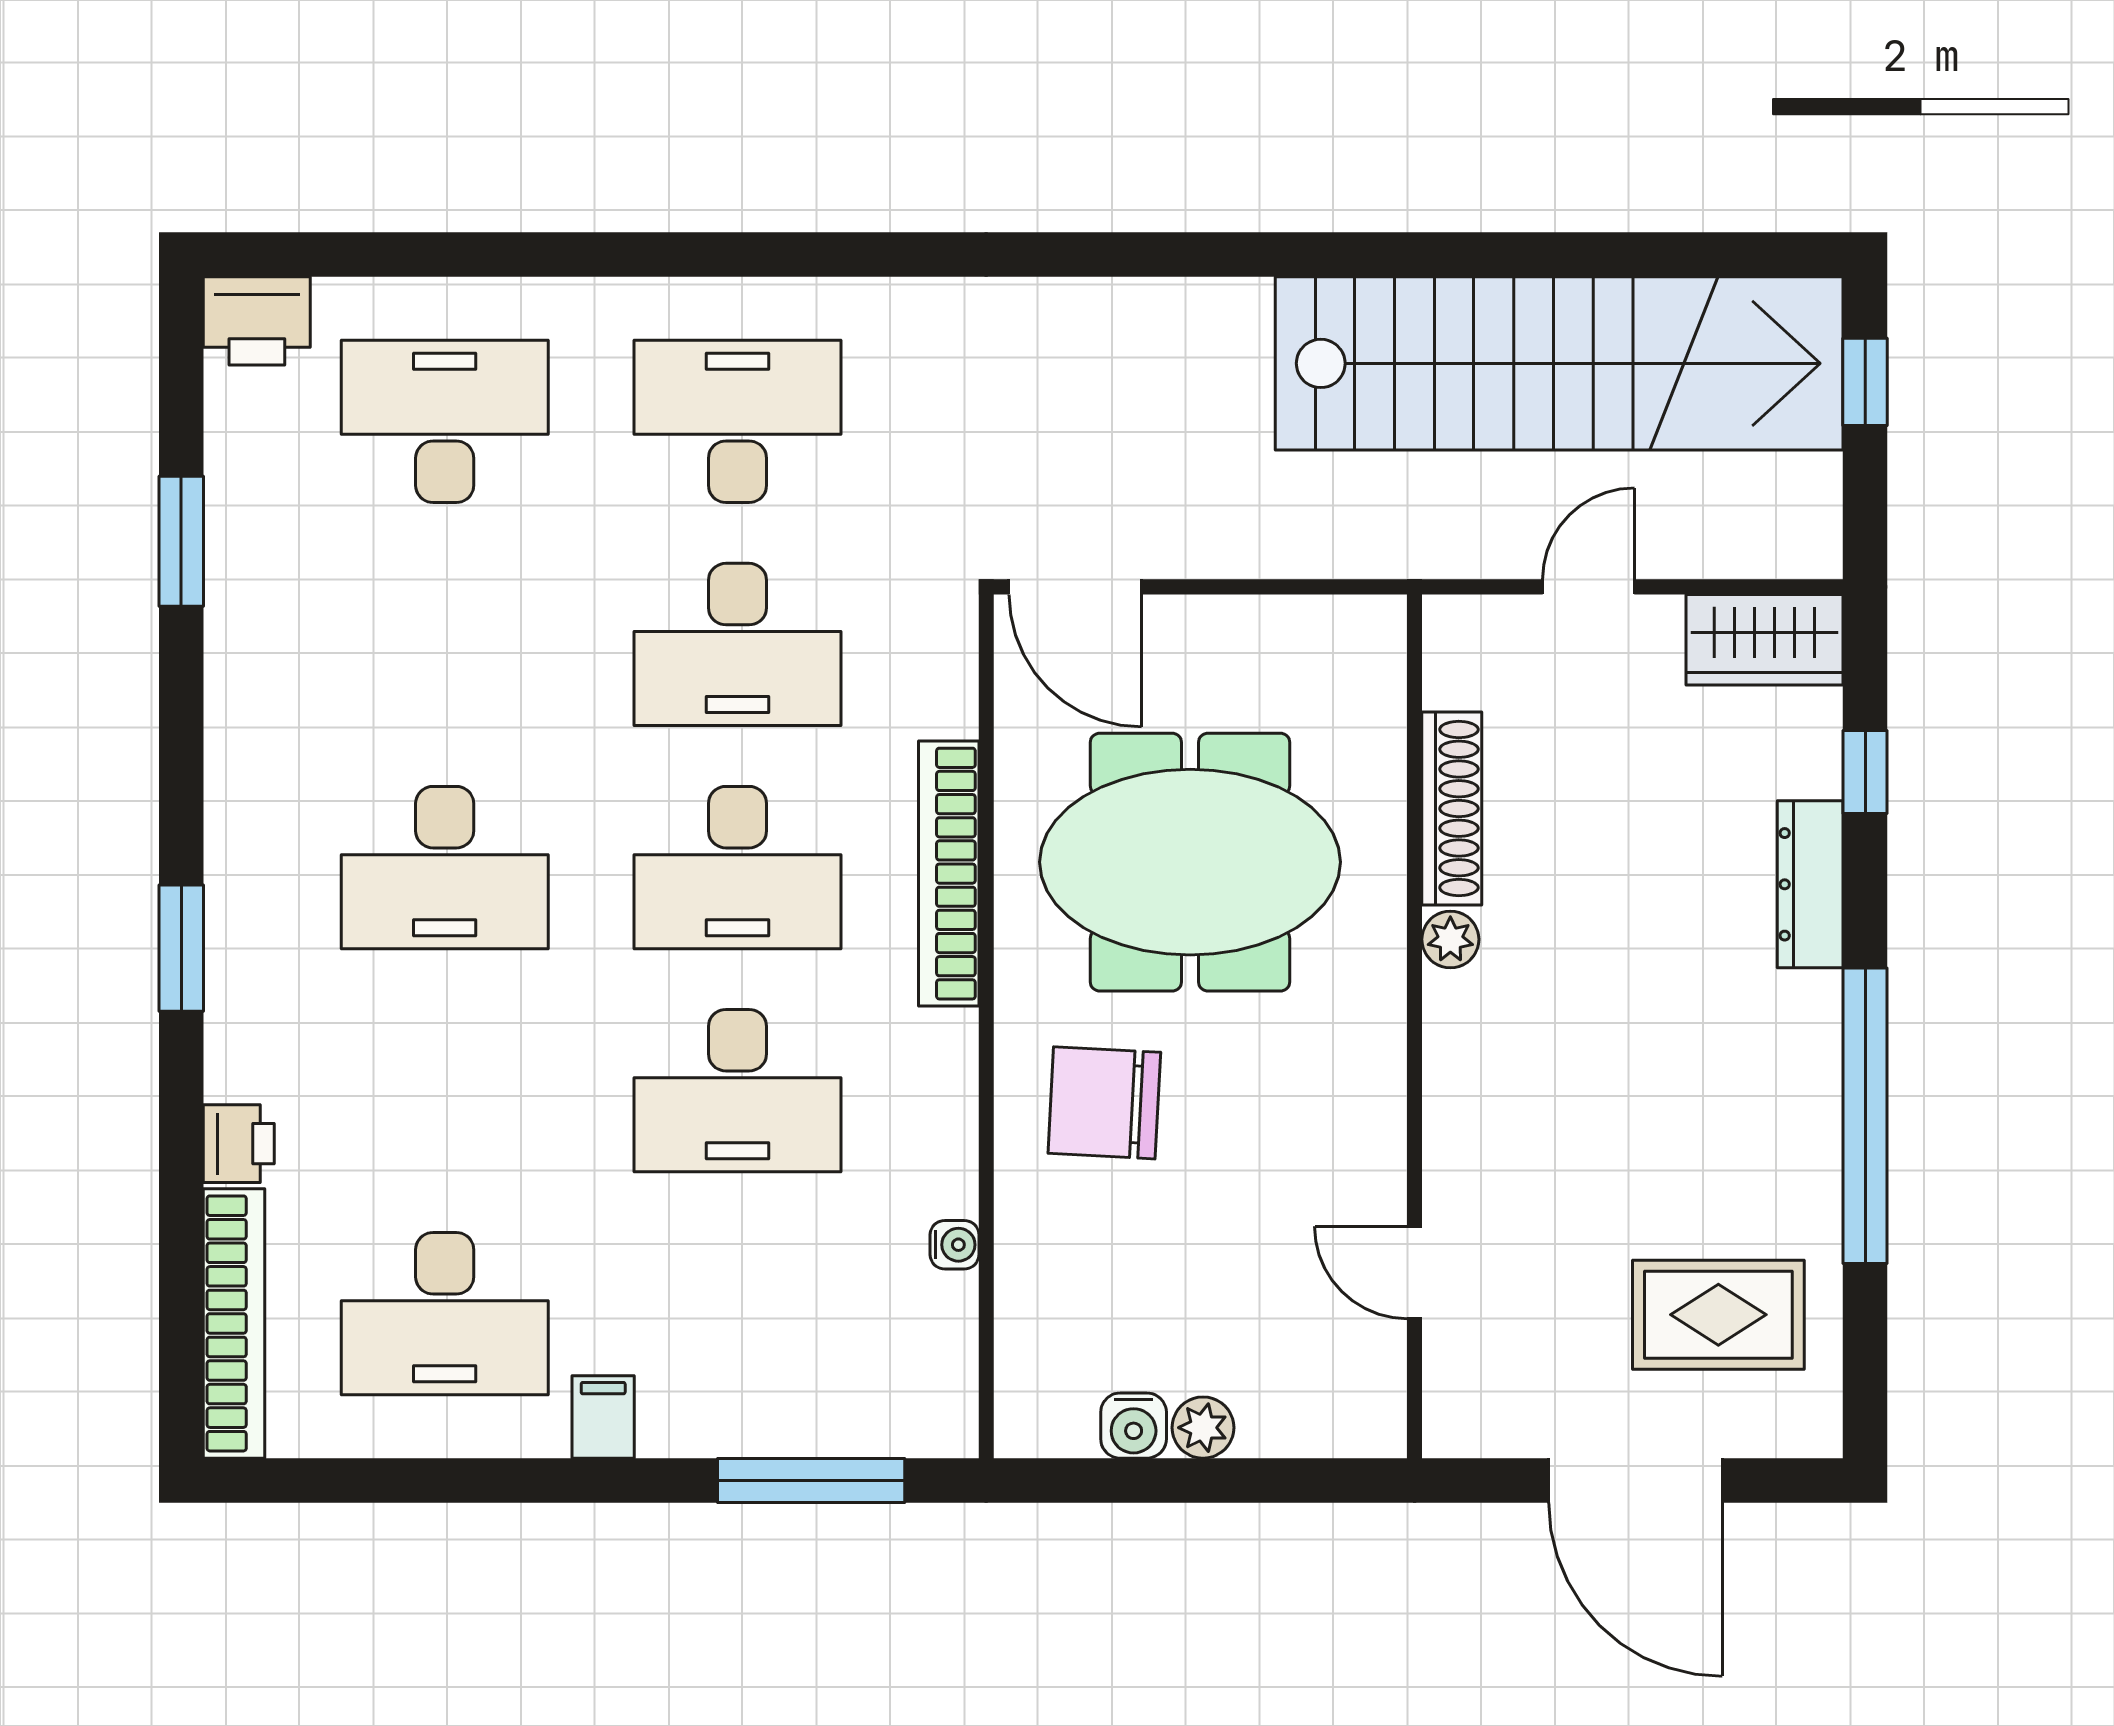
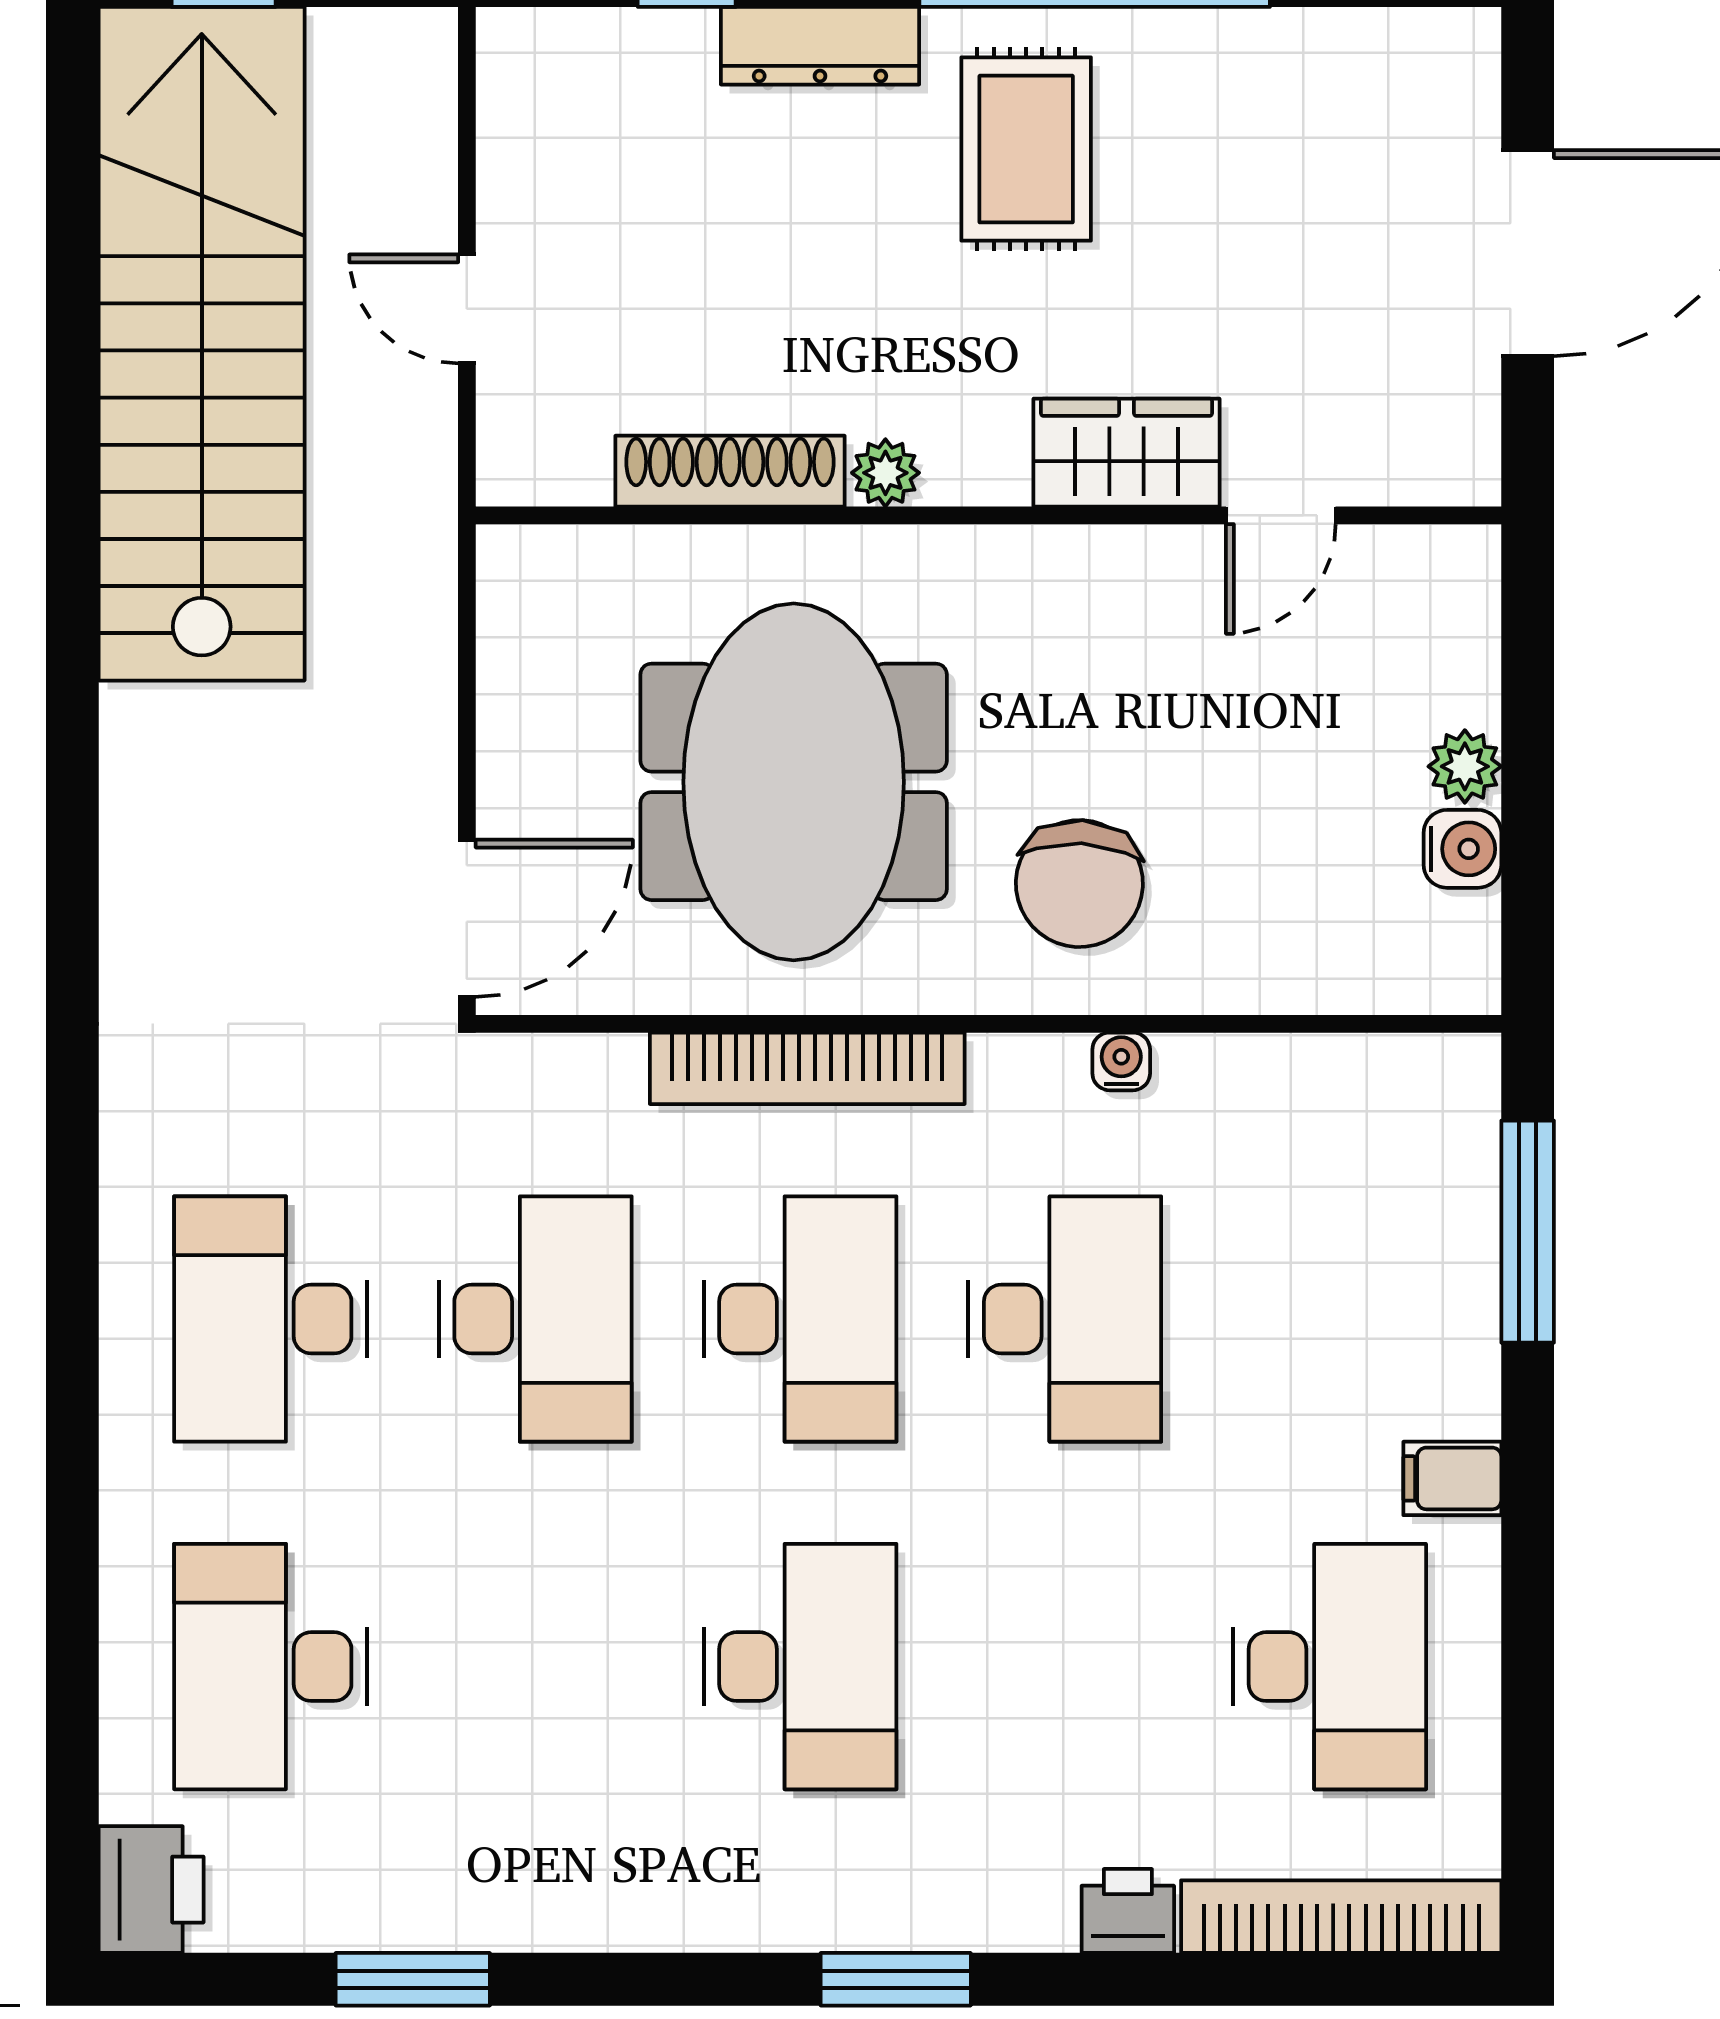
wardrobe: (1764, 640) -> (1126, 453), moved, turned -90
water cooler: (954, 1245) -> (1121, 1061), moved
rug: (1718, 1315) -> (1026, 149), moved

